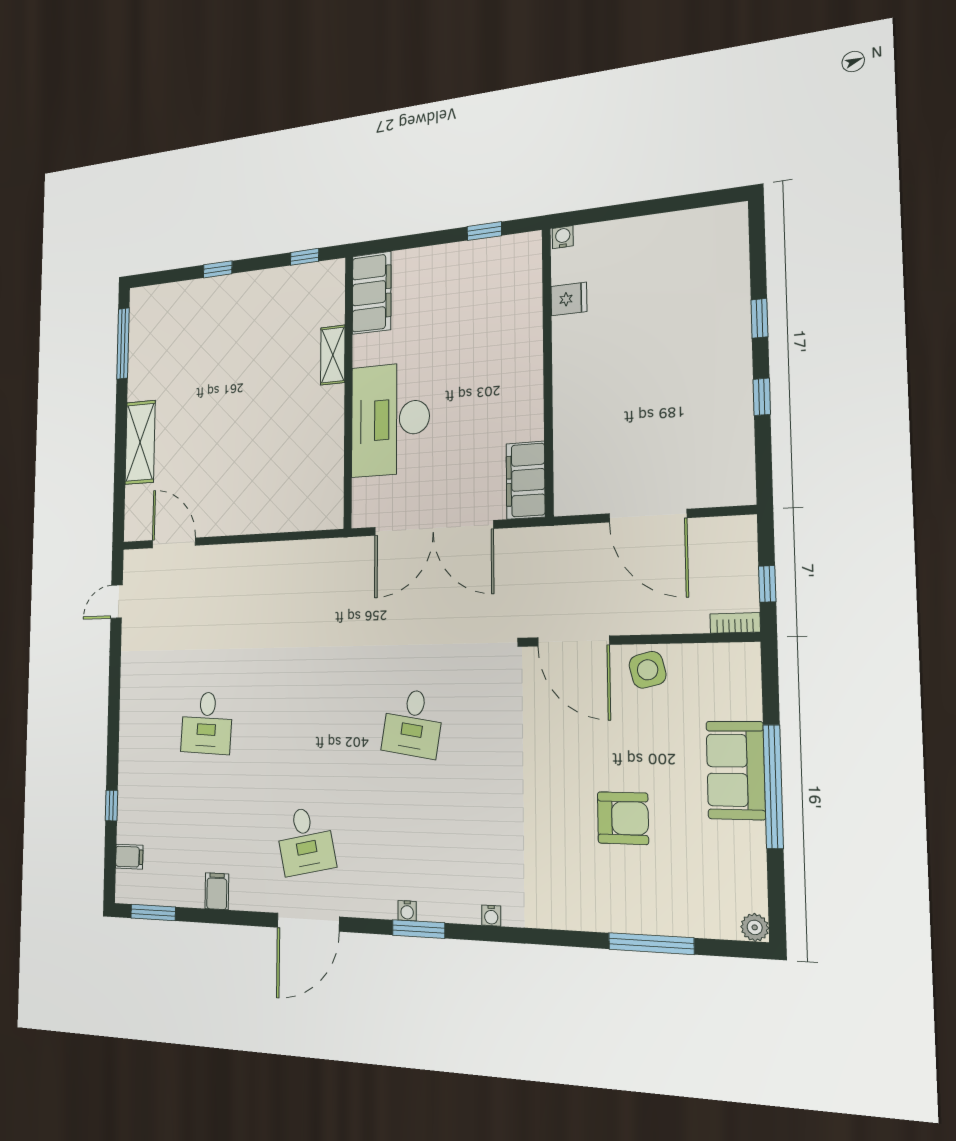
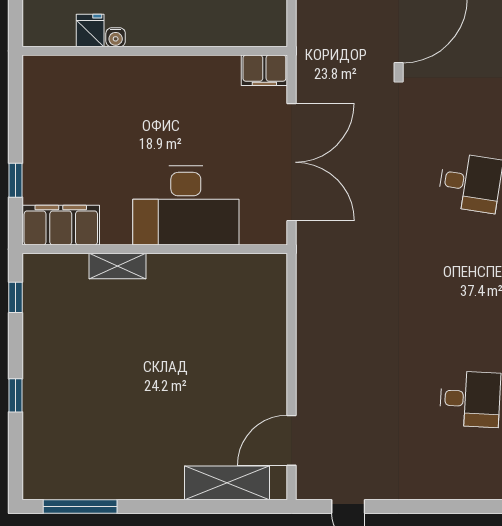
window: (484, 231) -> (15, 180), moved
water cooler: (563, 237) -> (116, 37), moved, turned -90
shelving: (140, 442) -> (227, 483), moved
filing cabinet: (526, 480) -> (264, 70), width x0.67, depth x0.86

